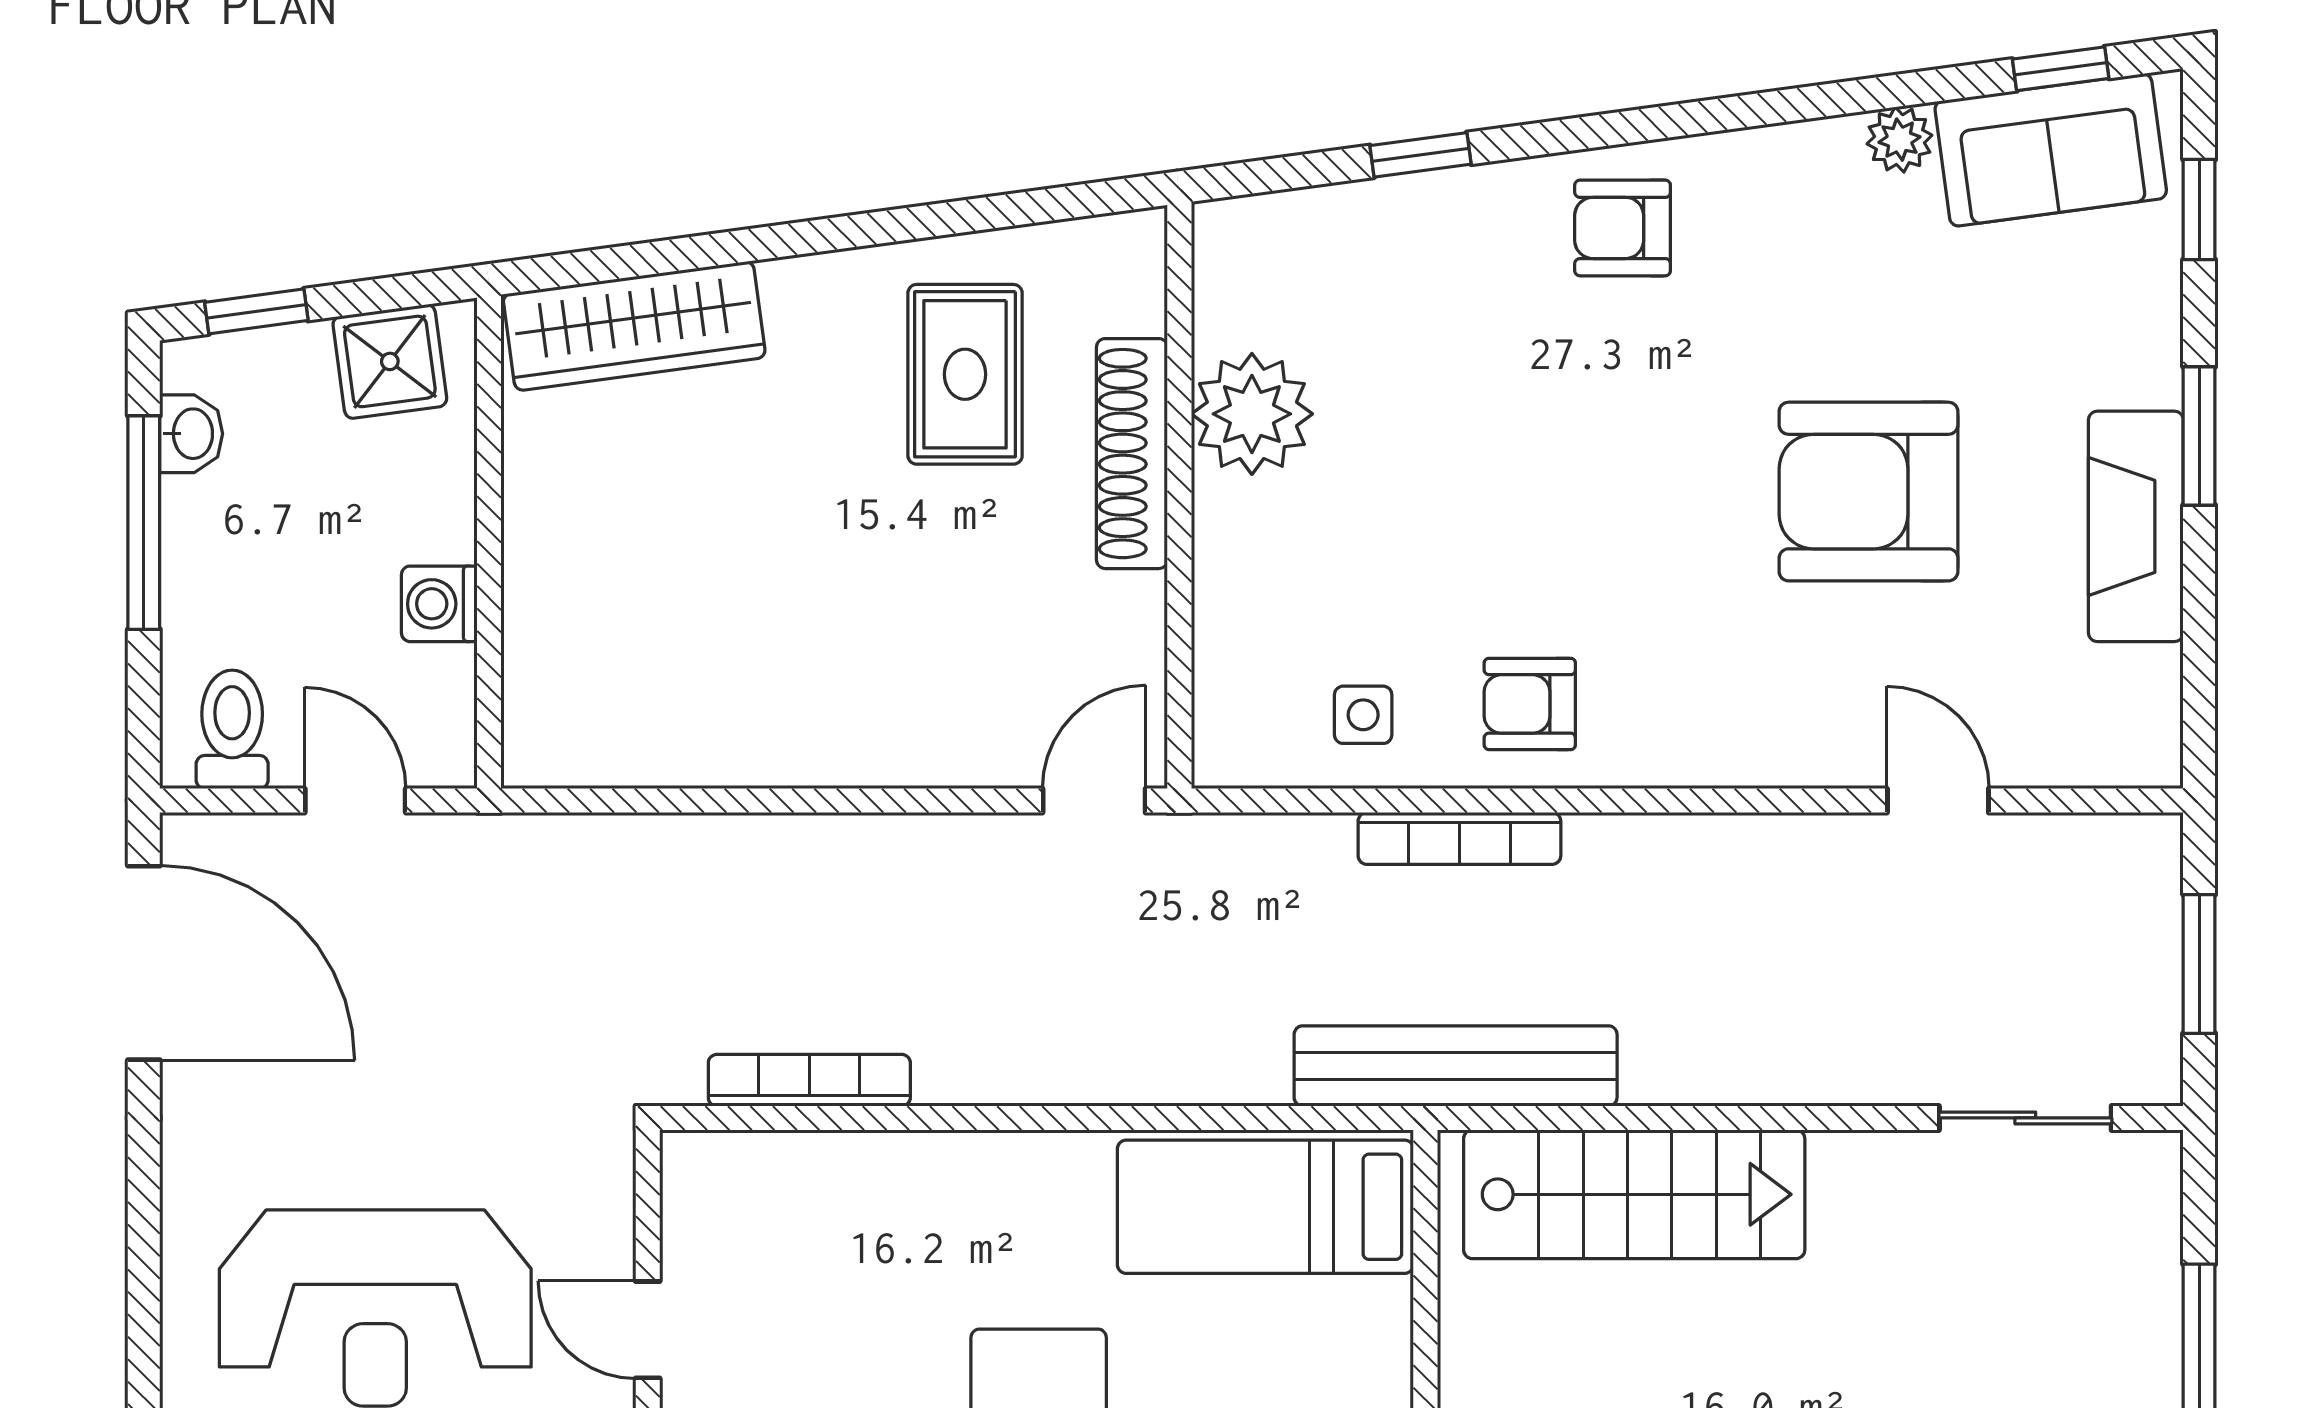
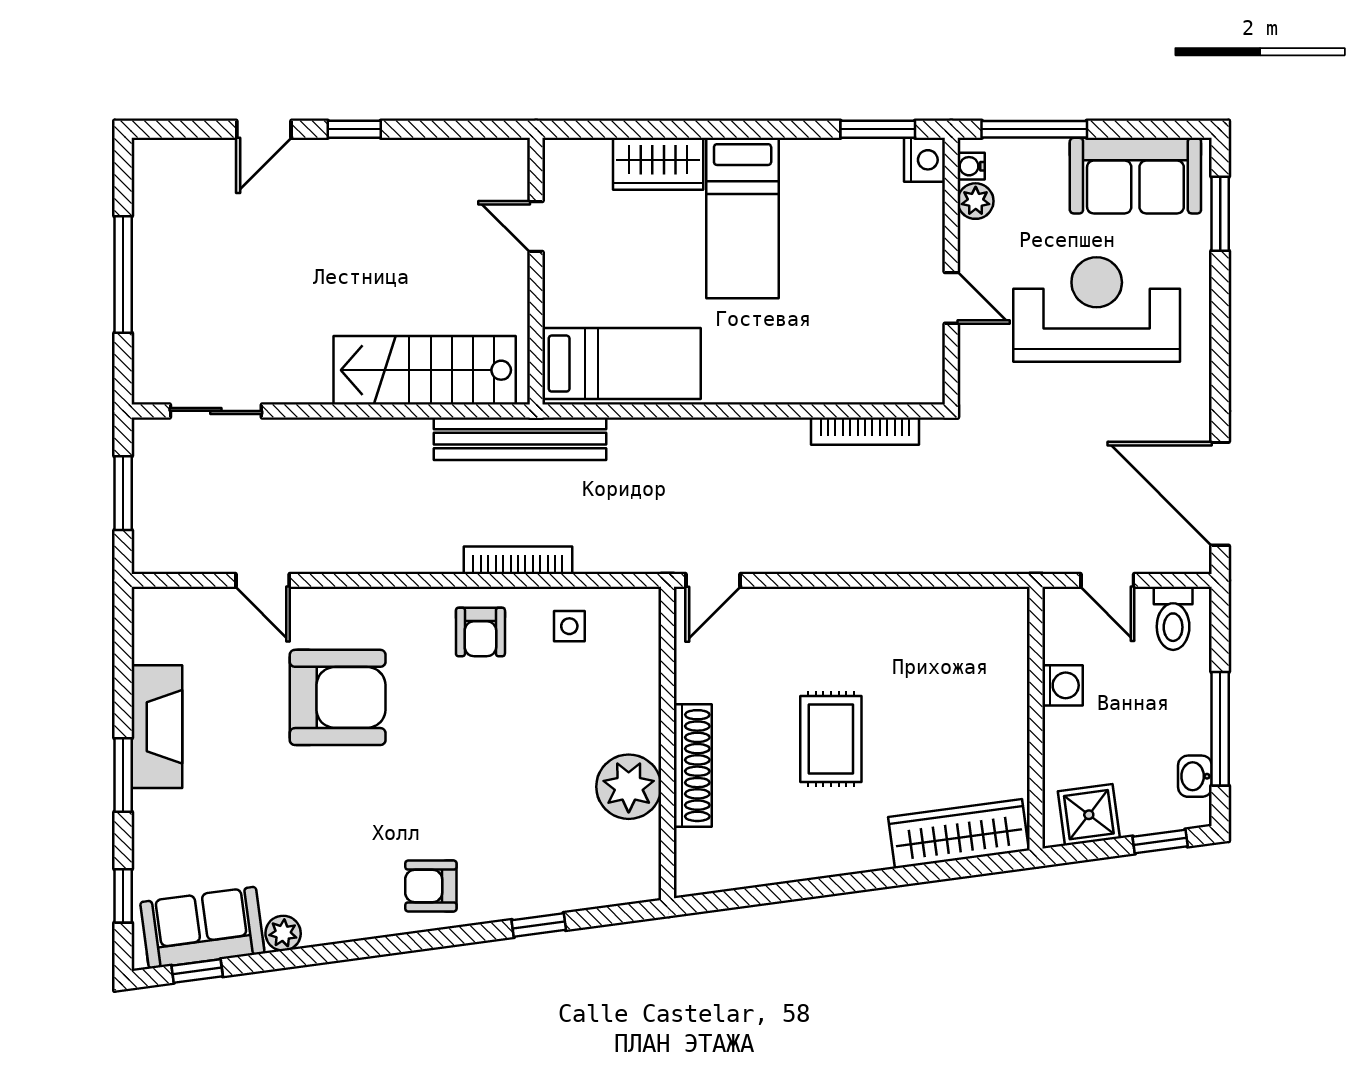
armchair: (1623, 228) -> (431, 886), turned 180
rug: (965, 374) -> (831, 739), moved
armchair: (1869, 492) -> (338, 697), moved
armchair: (1530, 704) -> (480, 632), turned 90

